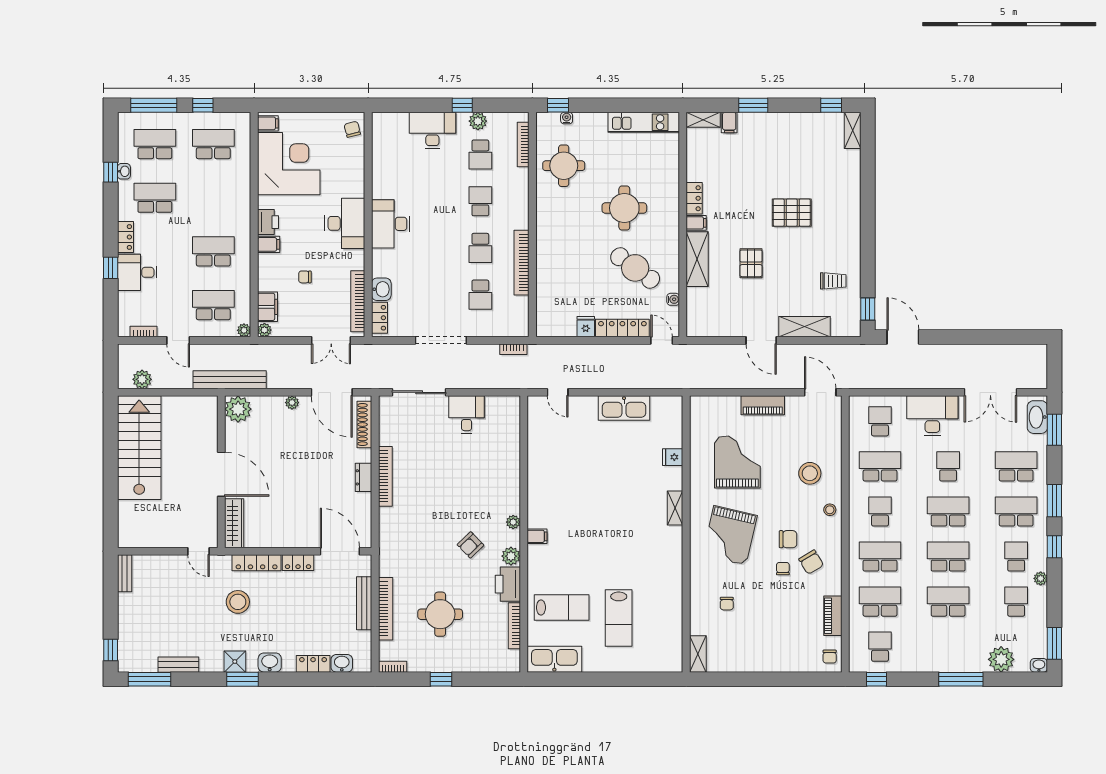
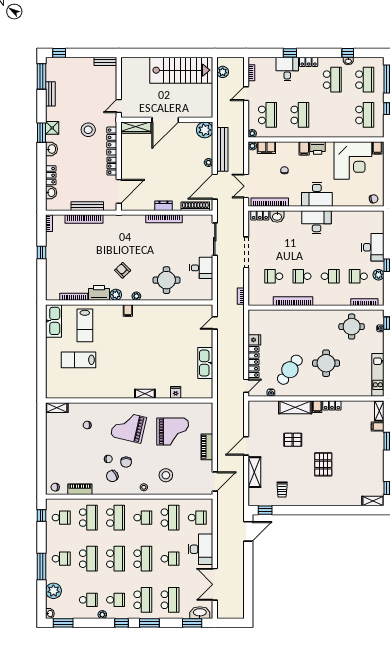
bench: (230, 380) -> (222, 149), moved
round table: (440, 614) -> (166, 280), moved
school desk: (948, 647) -> (61, 559), added

